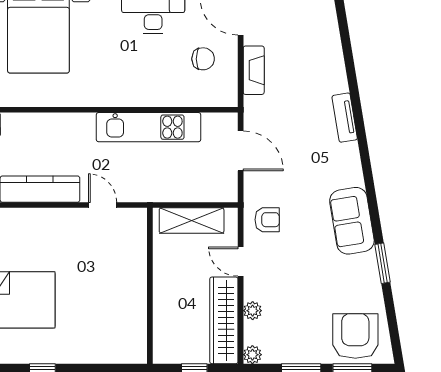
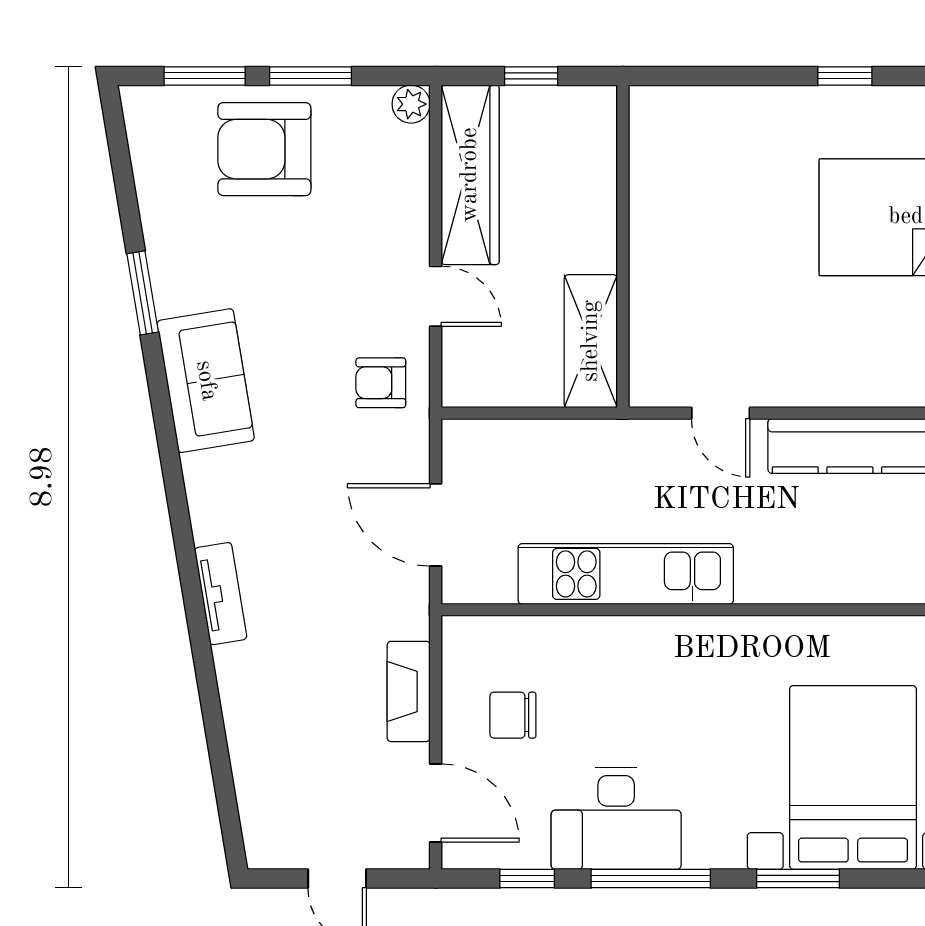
shelving: (192, 220) -> (591, 341), moved, turned 90
plant: (253, 311) -> (411, 195), removed
armchair: (355, 336) -> (264, 149), moved, turned 90

